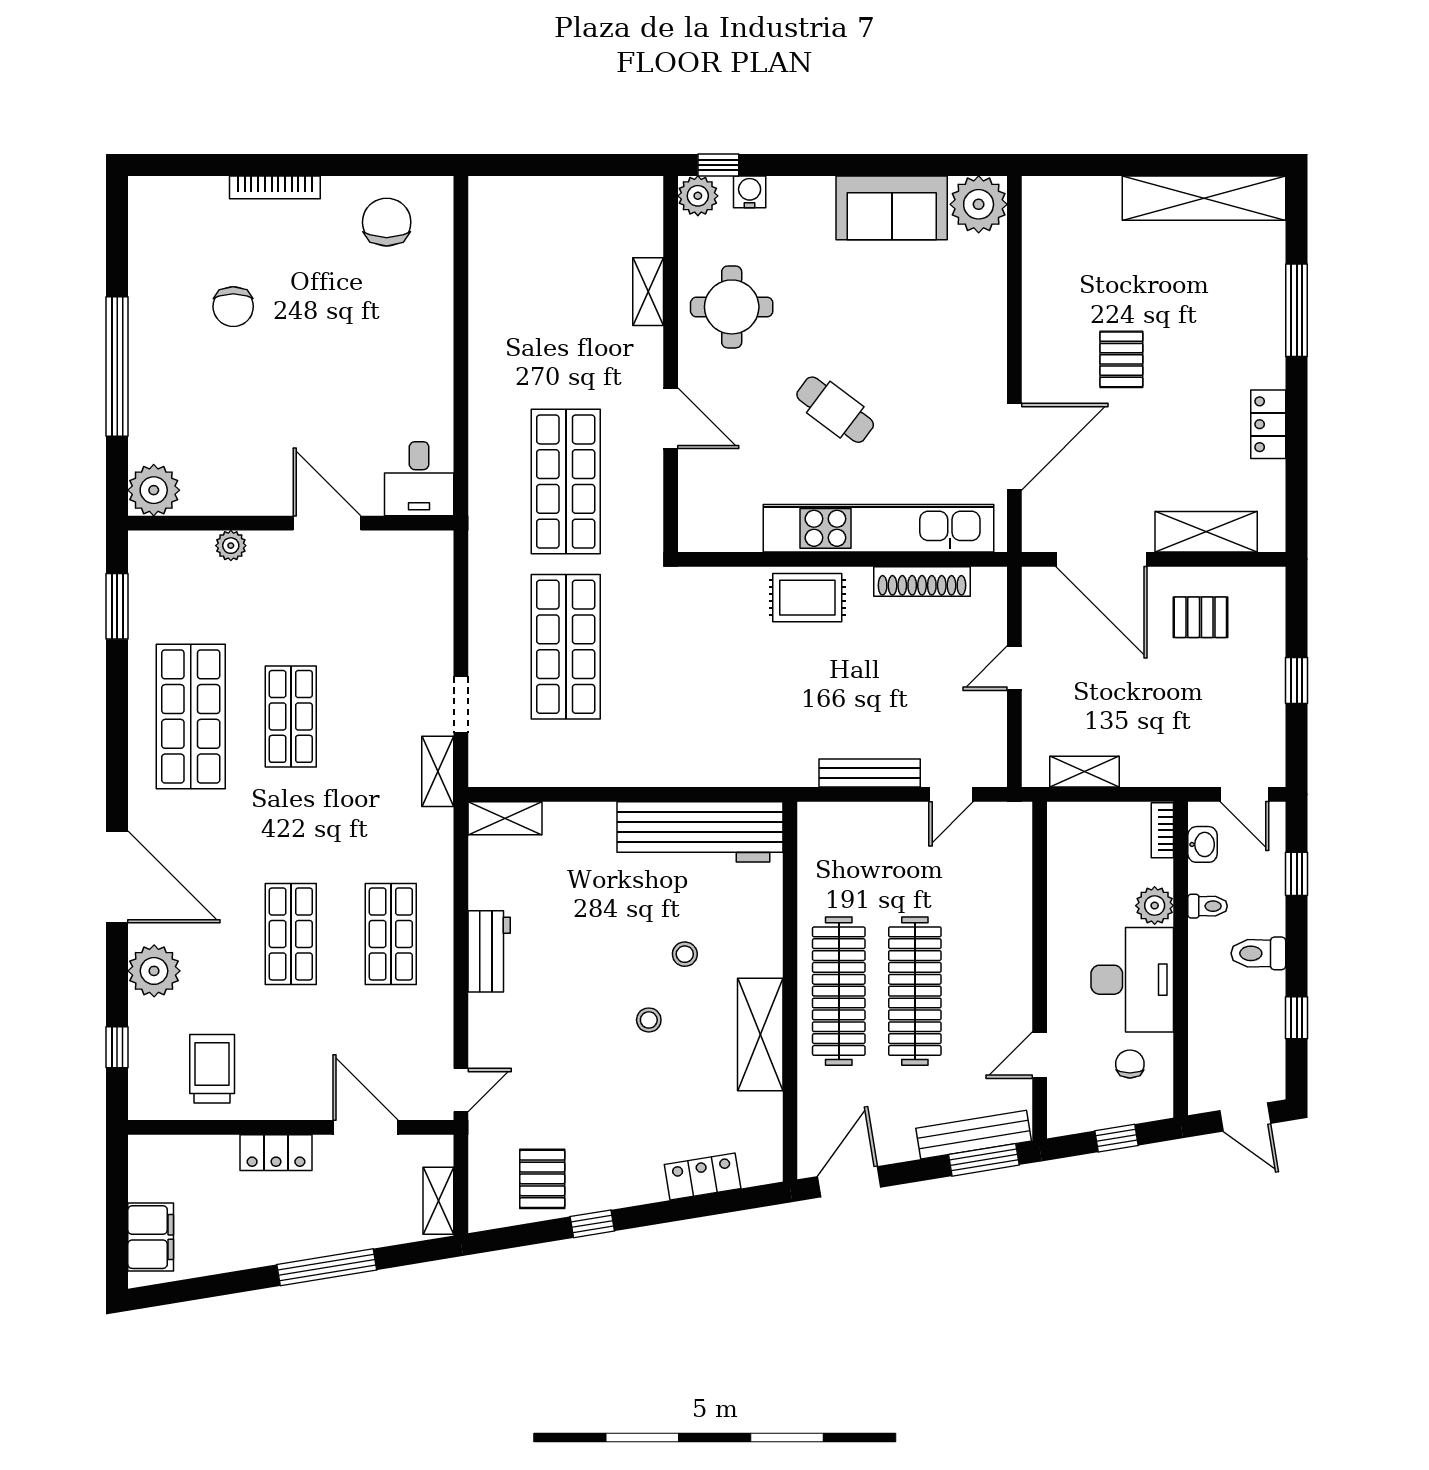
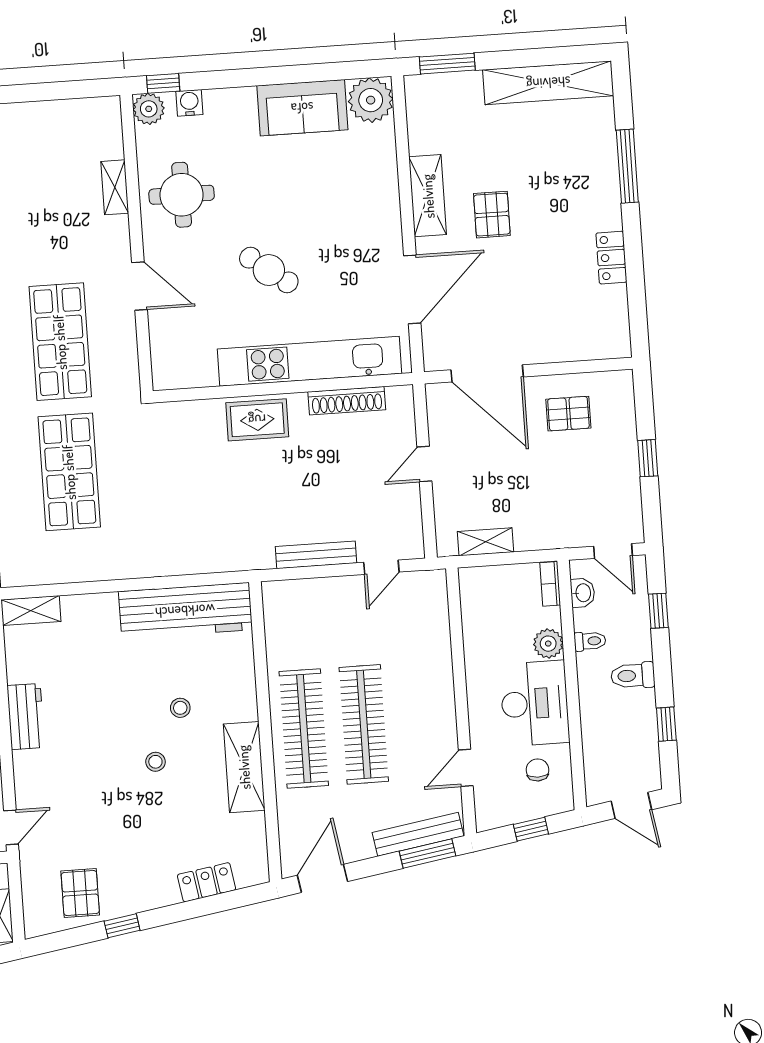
window: (1078, 165) -> (447, 64), added
shelving: (1206, 532) -> (428, 196), moved, turned 90

